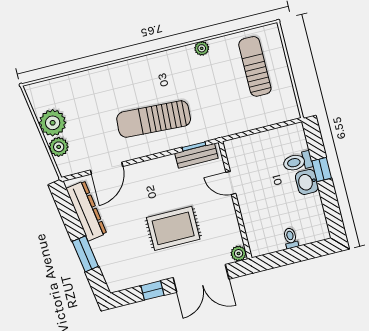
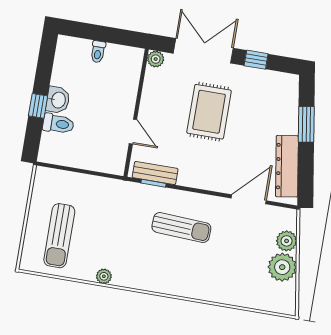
sun lounger: (154, 119) -> (181, 228), width x0.73, depth x0.75
rug: (173, 228) -> (209, 112), turned 90

